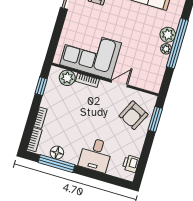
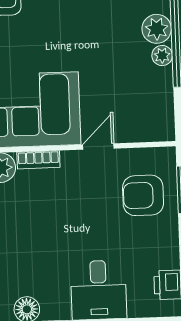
armchair: (133, 115) -> (143, 195), turned 64

